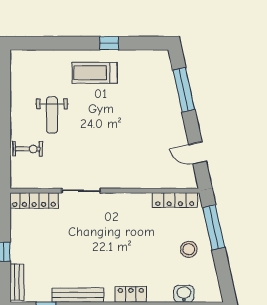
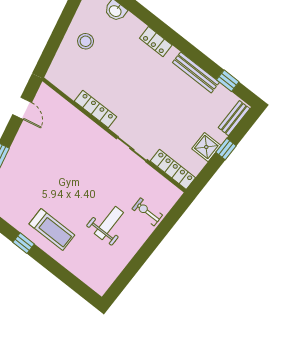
locker: (175, 200) -> (95, 109), moved
window: (214, 227) -> (54, 43), removed
shower: (21, 240) -> (206, 147), added

